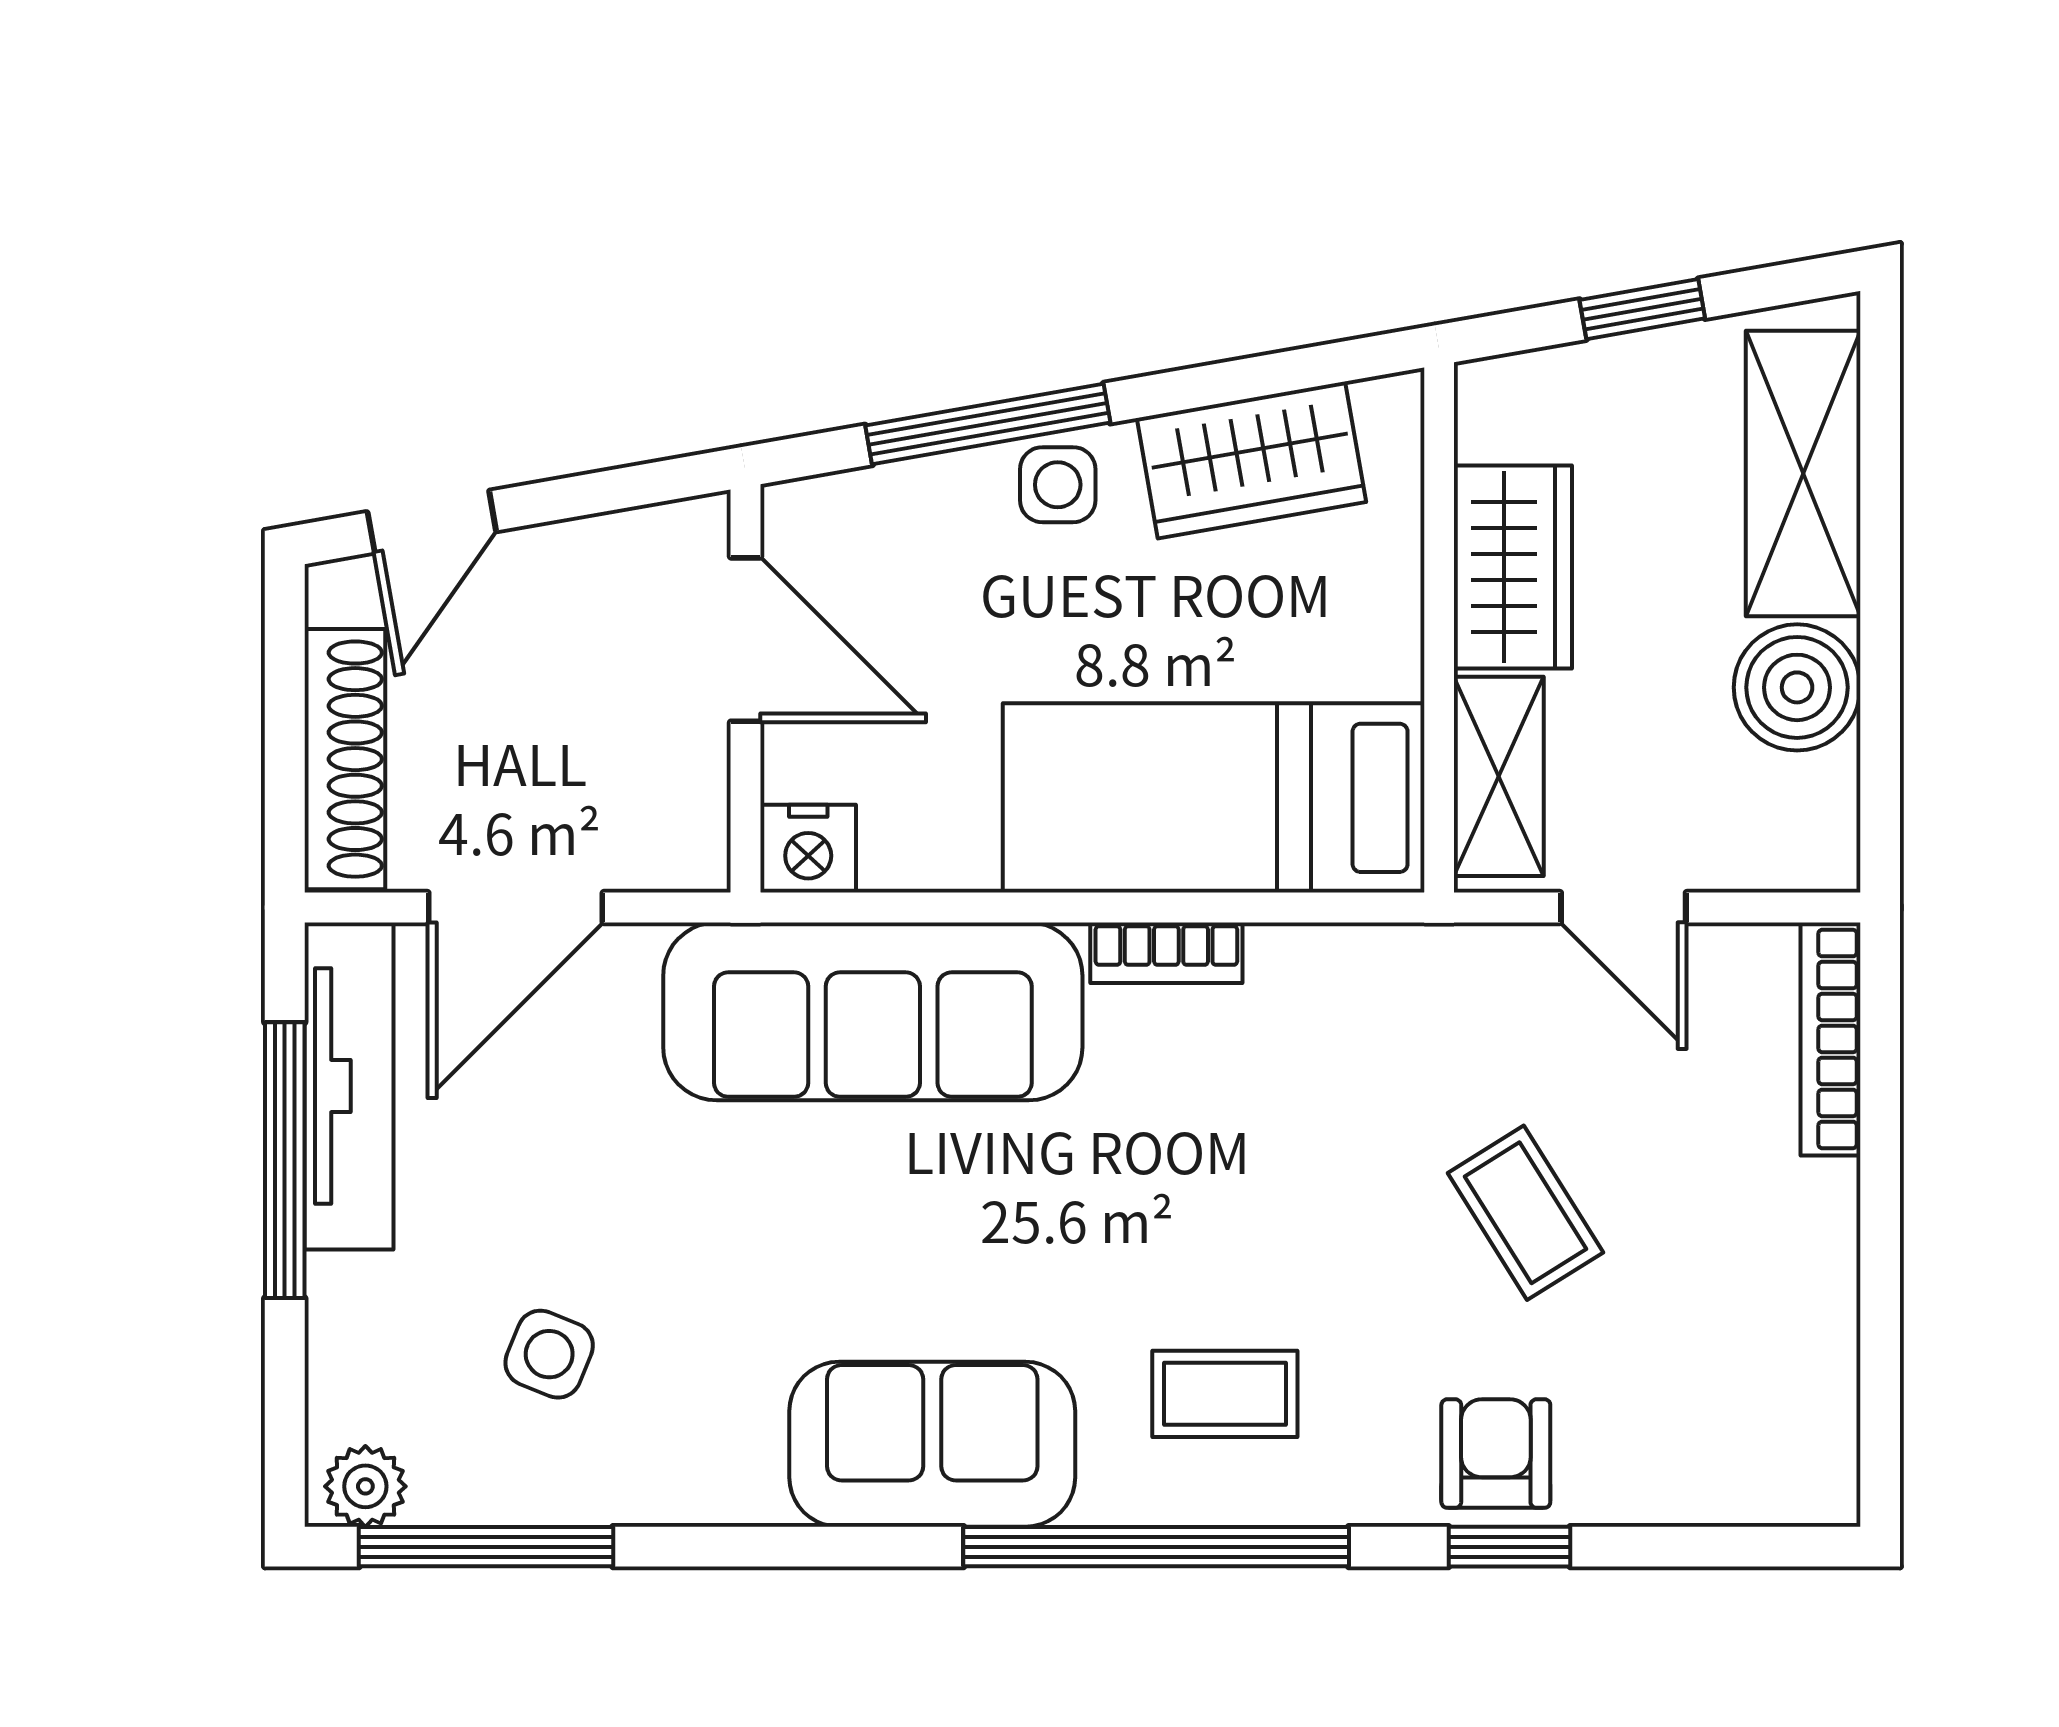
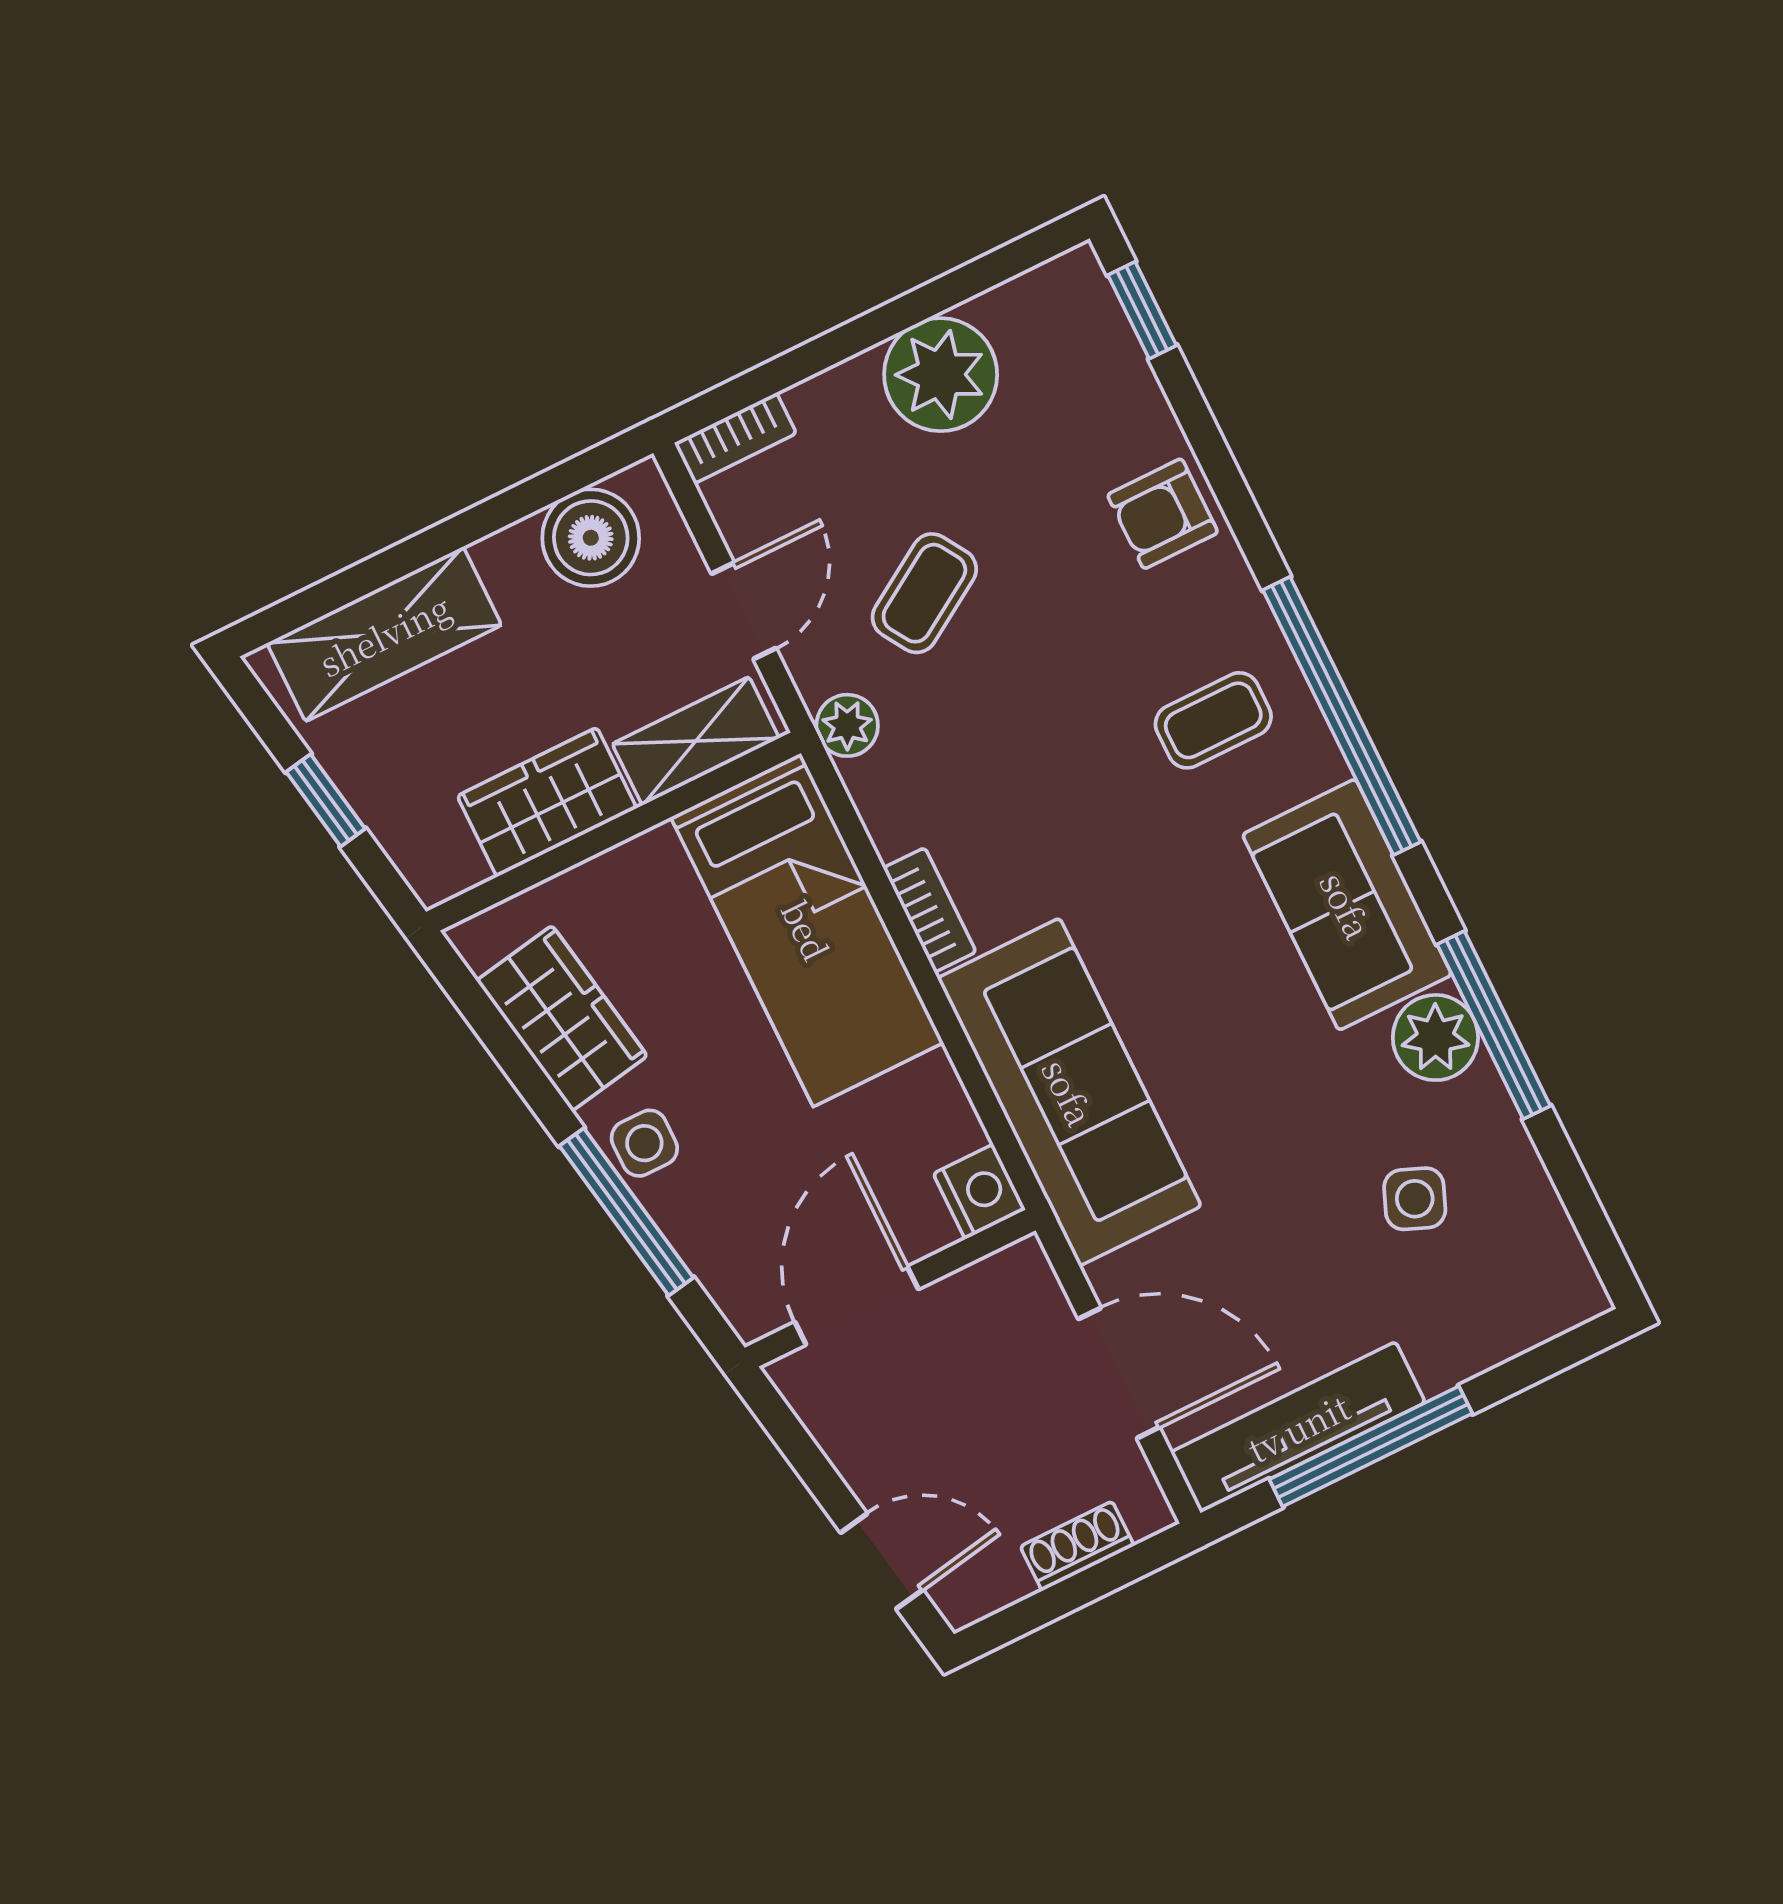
boiler: (1797, 687) -> (591, 538), moved
shoe rack: (345, 759) -> (1077, 1546), width x0.51, depth x0.81
plant: (1430, 963) -> (847, 725), added
bookcase: (1830, 1039) -> (735, 438), width x0.64
coffee table: (1525, 1213) -> (924, 593), moved
plant: (1787, 1274) -> (941, 375), added
coffee table: (1225, 1394) -> (1213, 720), turned 90
plant: (365, 1486) -> (1435, 1038), moved, width x1.38, depth x1.38
window: (486, 1547) -> (1494, 1025), moved
window: (1509, 1547) -> (1142, 310), moved

